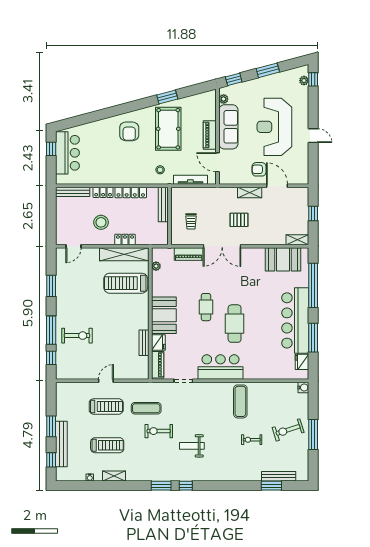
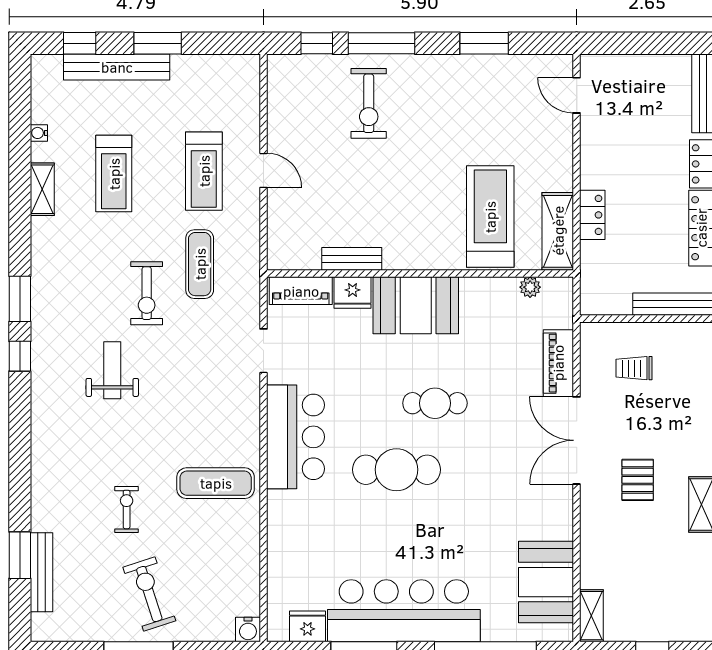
stool: (101, 222) -> (632, 159), removed
shelving: (124, 254) -> (558, 231), width x0.68
exercise bike: (159, 431) -> (147, 293), turned 180

